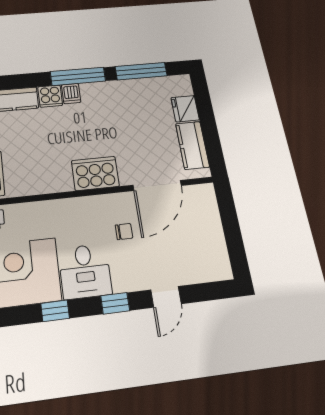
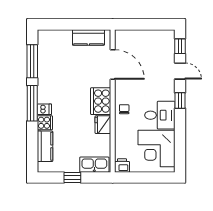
fridge: (185, 109) -> (103, 125), moved, turned 90
chair: (124, 232) -> (124, 109), moved
window: (55, 311) -> (180, 46), moved

